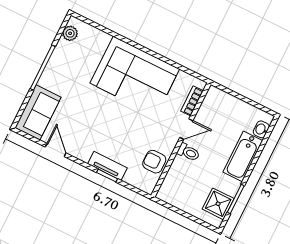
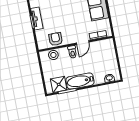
door: (186, 129) -> (83, 43), hinge flipped
bathtub: (243, 156) -> (80, 81), moved
stool: (173, 181) -> (53, 55), added

